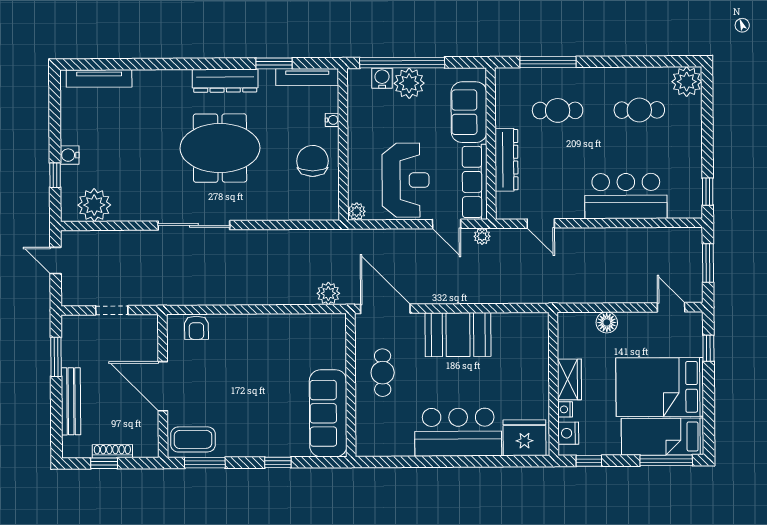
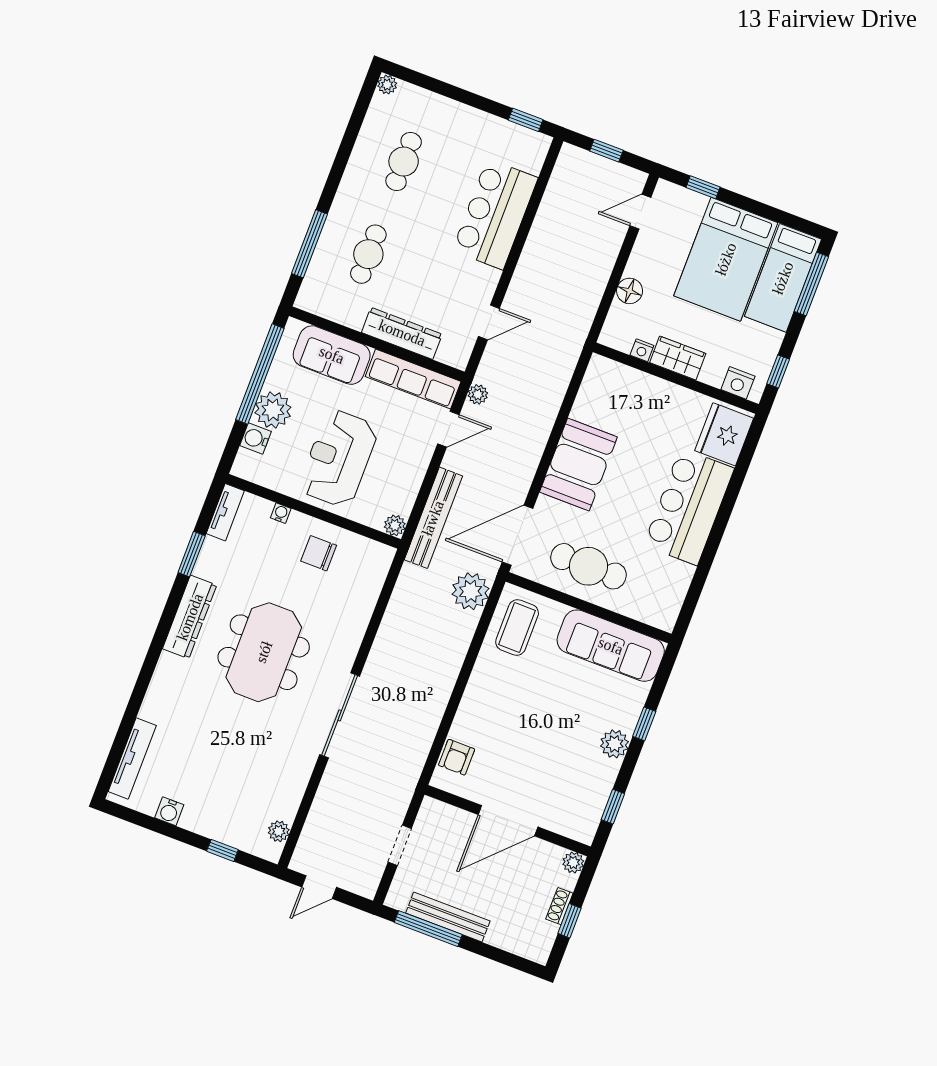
window: (402, 63) -> (260, 374), moved
tv unit: (307, 77) -> (225, 512), width x0.71
plant: (687, 82) -> (387, 85), width x0.53, depth x0.53
water cooler: (70, 155) -> (169, 811), moved
chair: (313, 161) -> (319, 553), width x0.73, depth x0.73
reception desk: (406, 180) -> (339, 458), moved, turned -90
plant: (94, 205) -> (279, 831), width x0.53, depth x0.53
bench: (374, 239) -> (433, 518), added
window: (708, 263) -> (606, 151), width x0.67
plant: (328, 293) -> (471, 591), width x1.36, depth x1.36
armchair: (196, 328) -> (457, 757), turned 90
window: (56, 357) -> (428, 929), width x1.44
cafe table: (383, 373) -> (588, 566), width x1.37, depth x1.35
bench: (71, 401) -> (448, 917), moved
nightstand: (565, 409) -> (642, 350), moved
coffee table: (193, 439) -> (517, 627), moved
plant: (254, 445) -> (615, 744), added
plant: (150, 449) -> (573, 863), added
shoe rack: (112, 451) -> (559, 906), width x0.70
window: (205, 463) -> (613, 807), width x0.67

